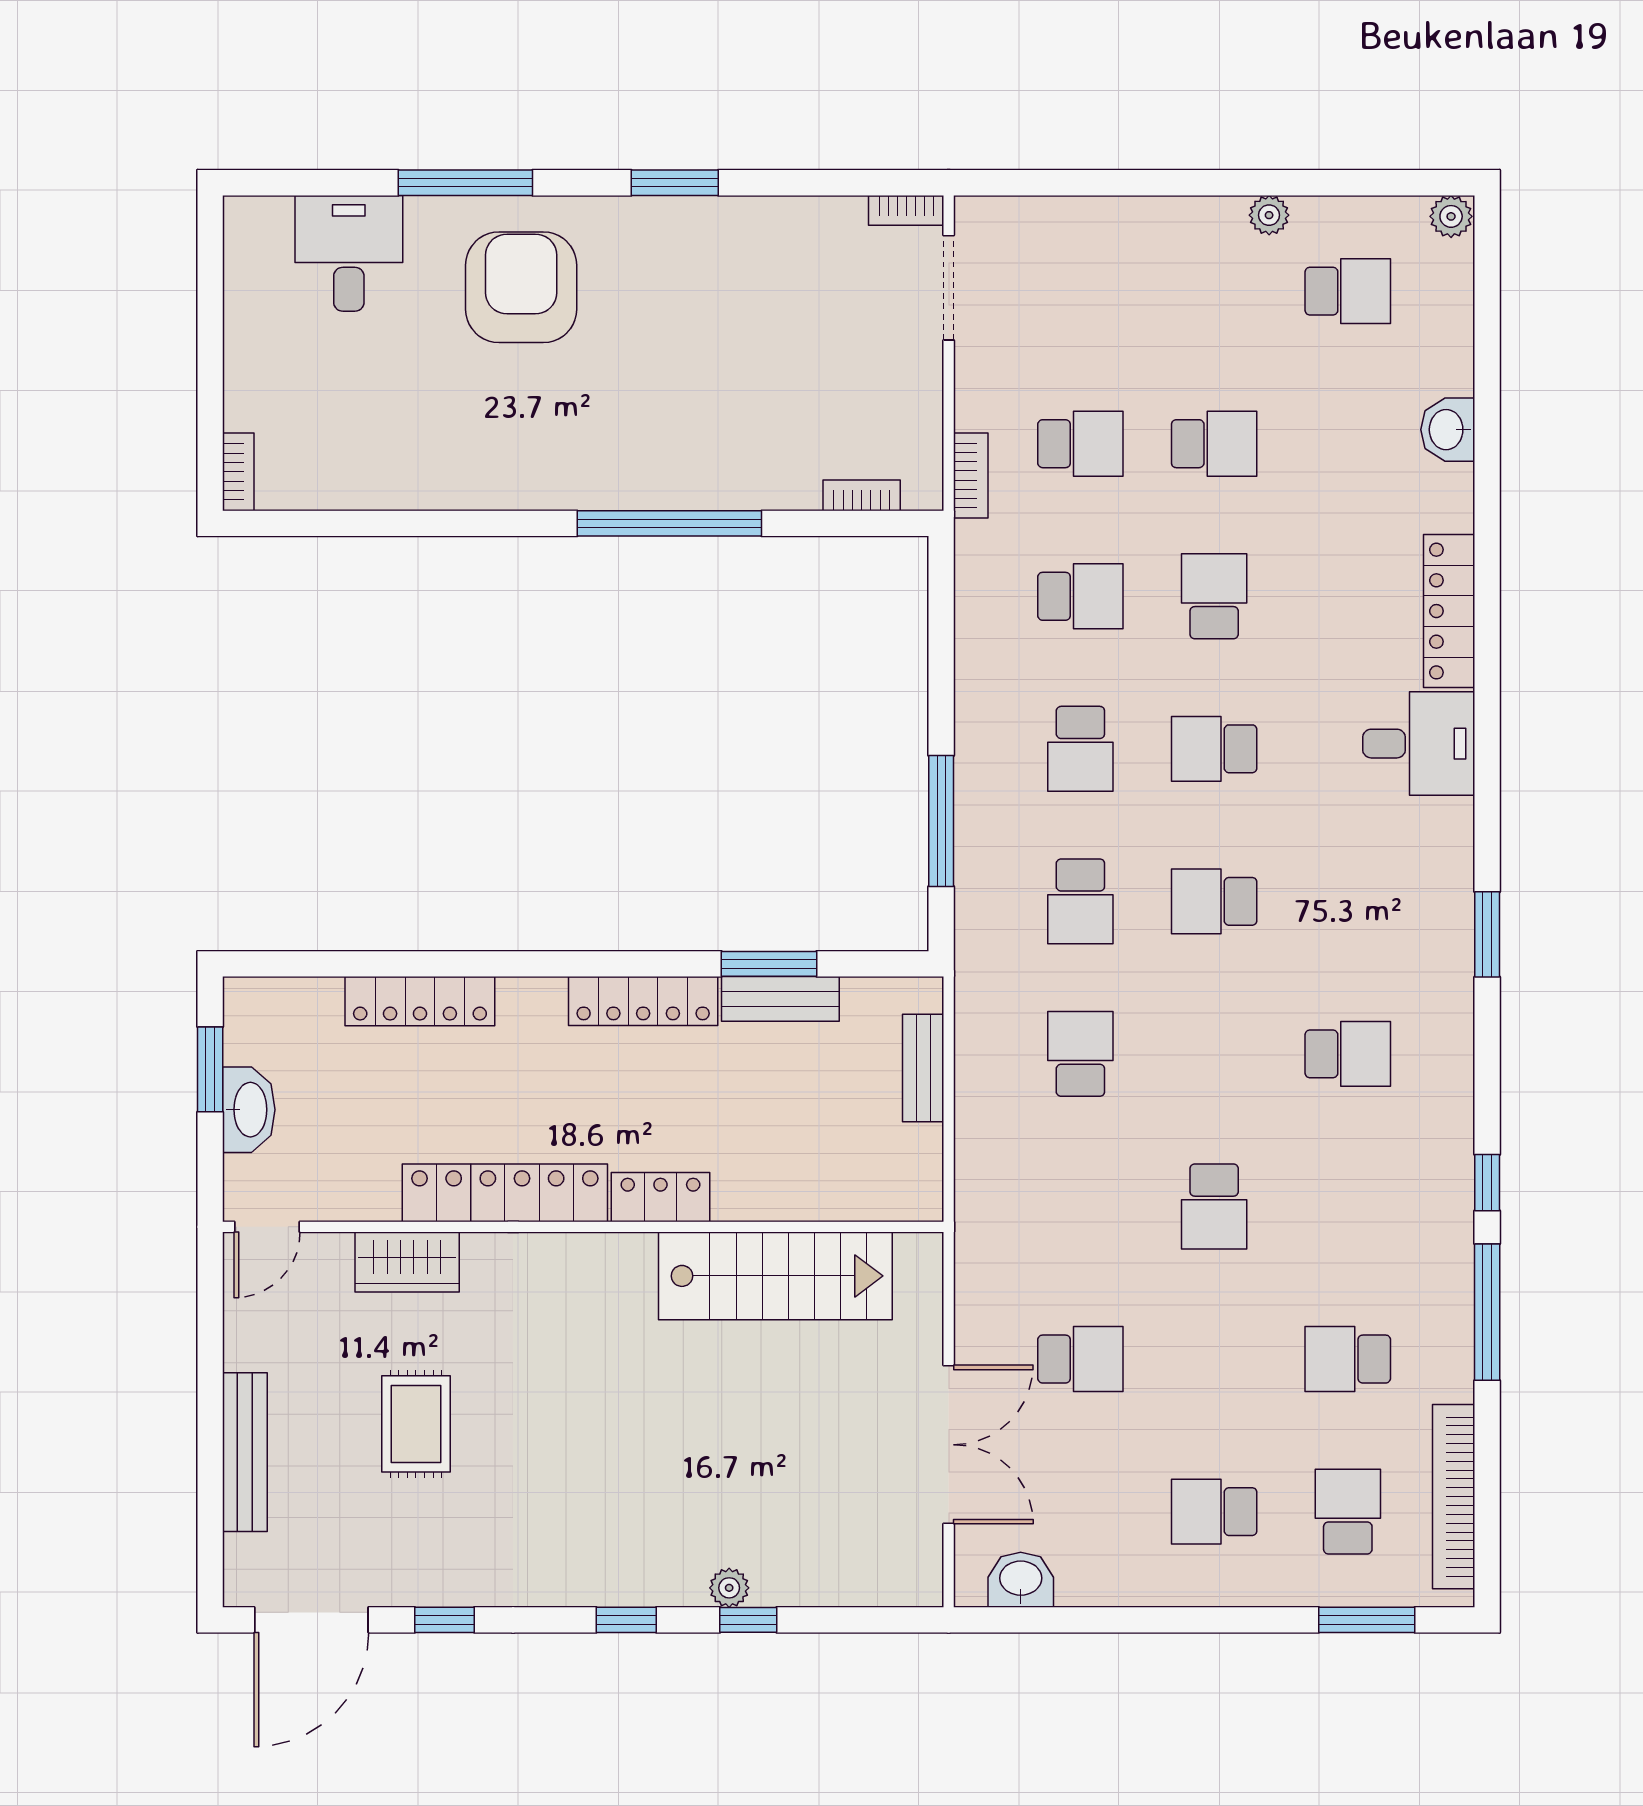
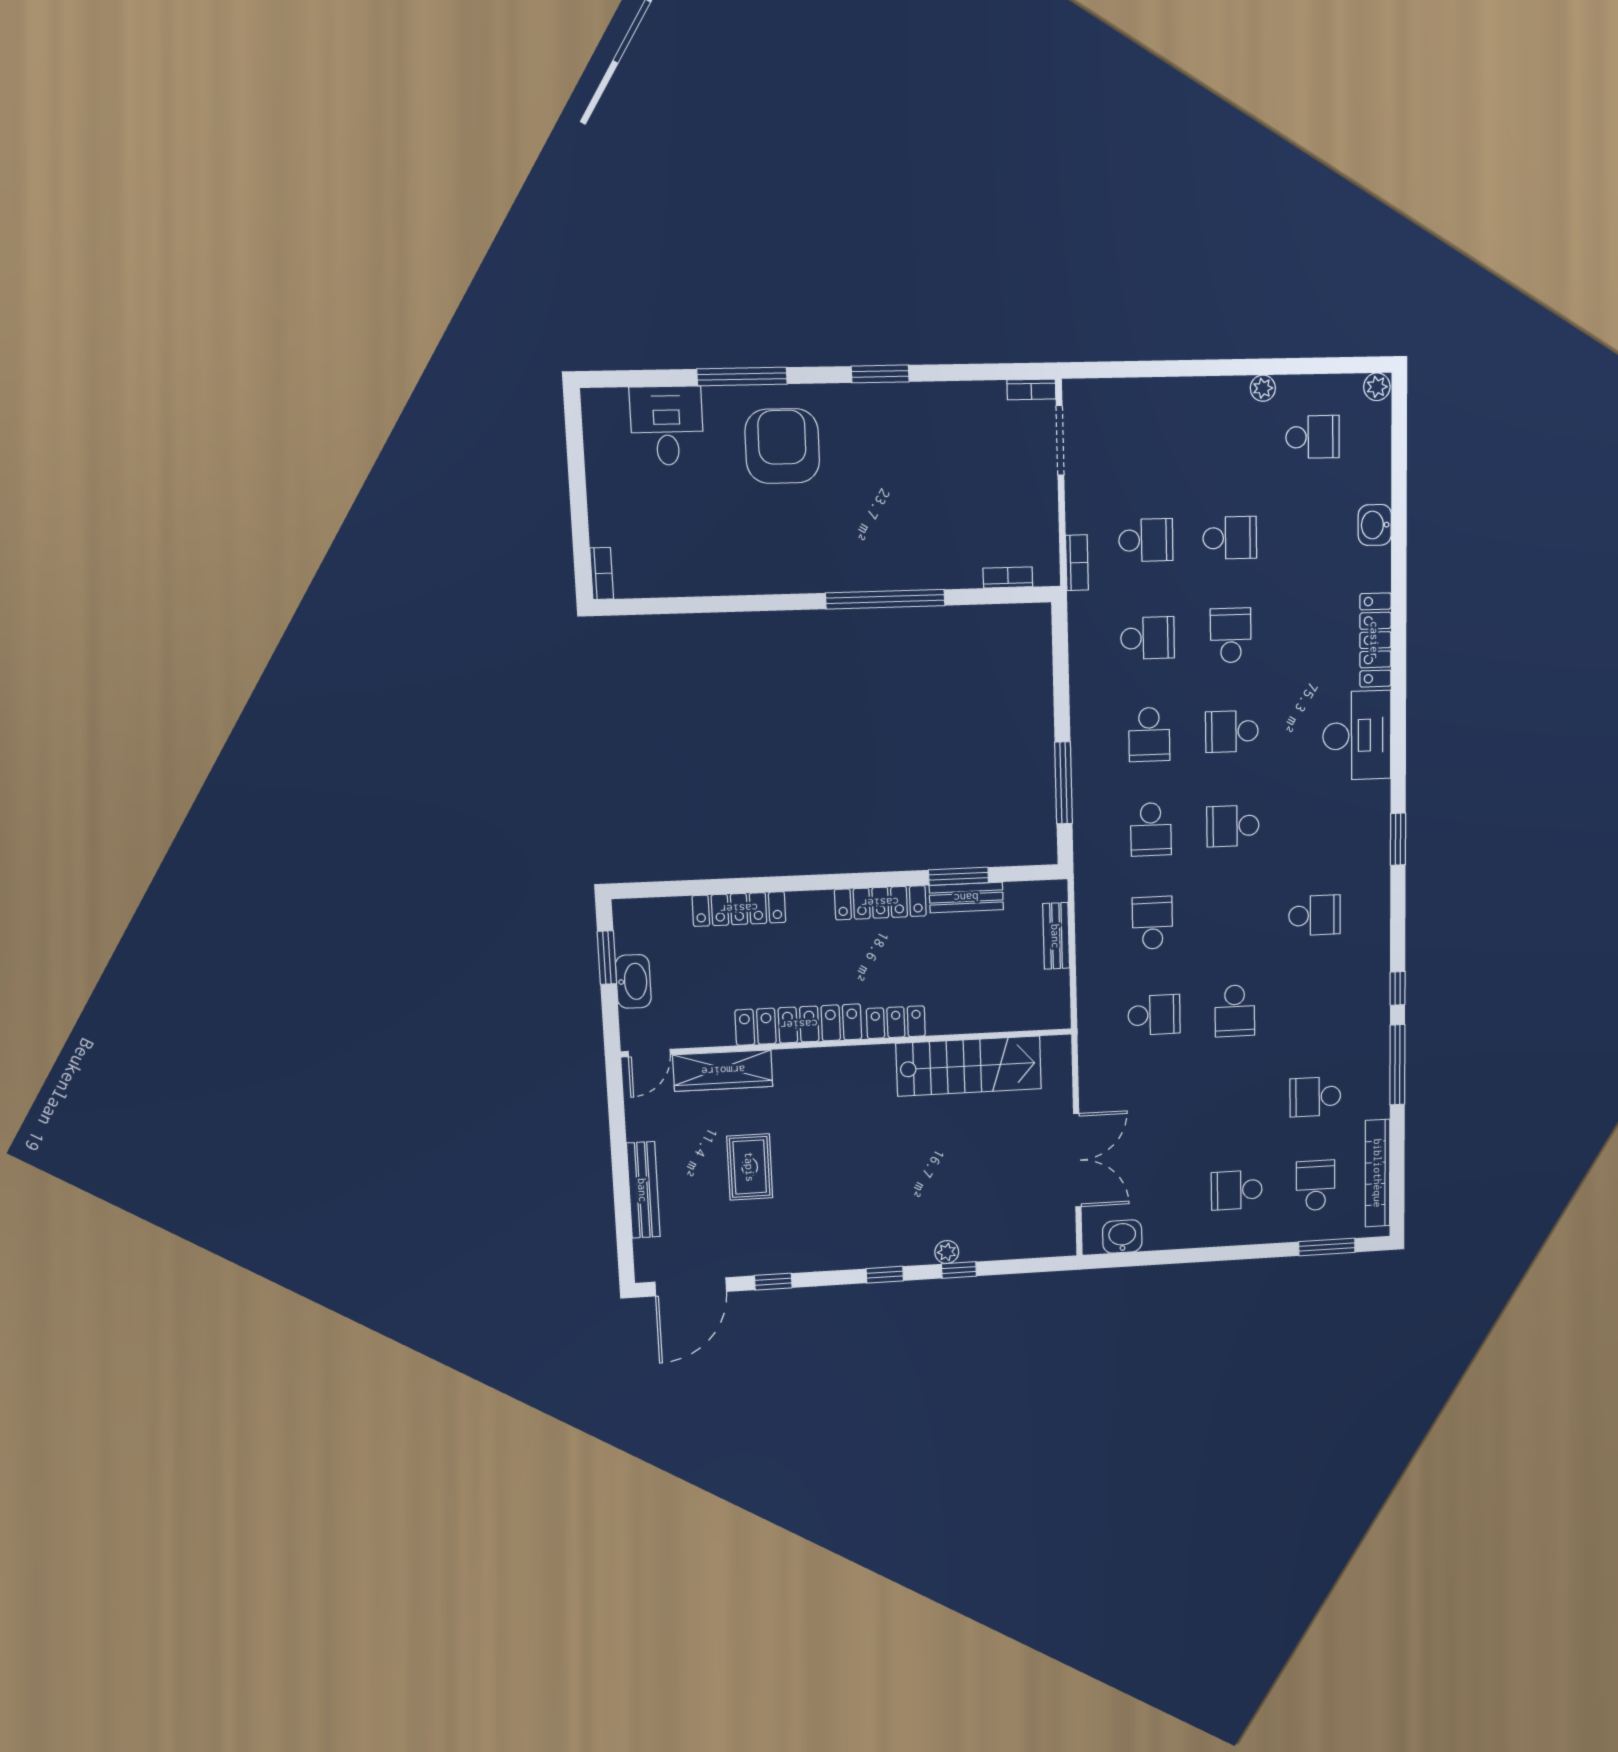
desk: (1419, 744) -> (1357, 736), width x1.37
wardrobe: (407, 1262) -> (723, 1071), width x1.50
school desk: (1080, 1359) -> (1154, 1015), moved

